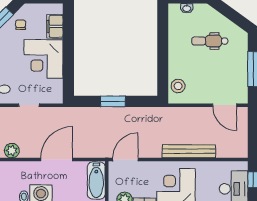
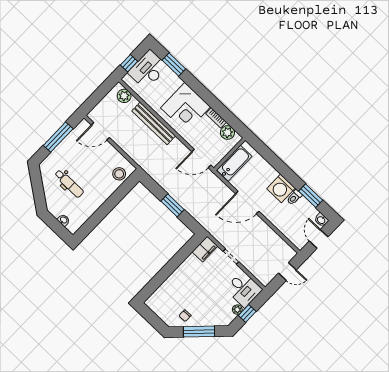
filing cabinet: (55, 26) -> (205, 249), moved
corner desk: (43, 59) -> (192, 278), removed
door: (225, 105) -> (100, 131), swing flipped
plant: (12, 151) -> (124, 96), moved

